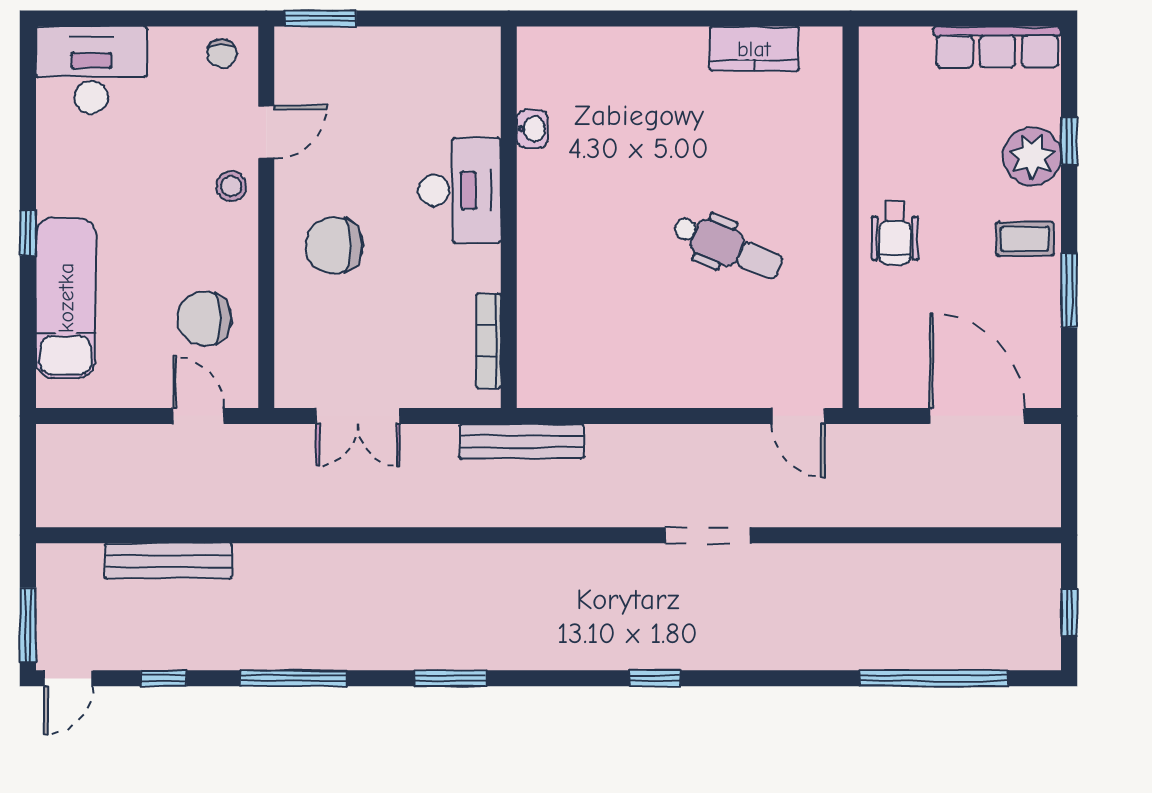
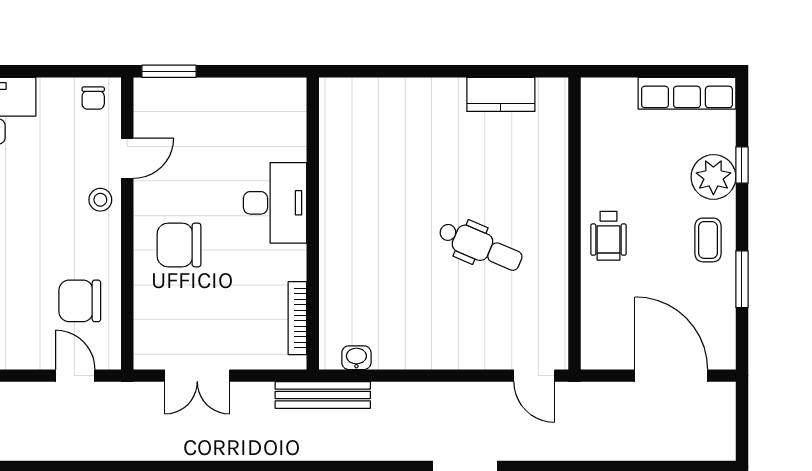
washbasin: (532, 129) -> (356, 358), moved, turned -90
coffee table: (1025, 239) -> (708, 240), turned 90

